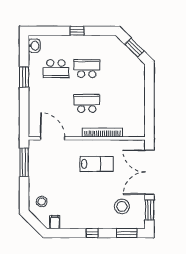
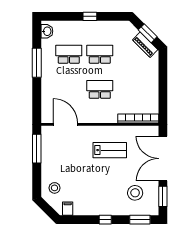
piano: (132, 59) -> (145, 45), added
school desk: (56, 69) -> (69, 54), turned 180
window: (24, 77) -> (37, 63), width x1.44
bookcase: (103, 132) -> (138, 118), moved

